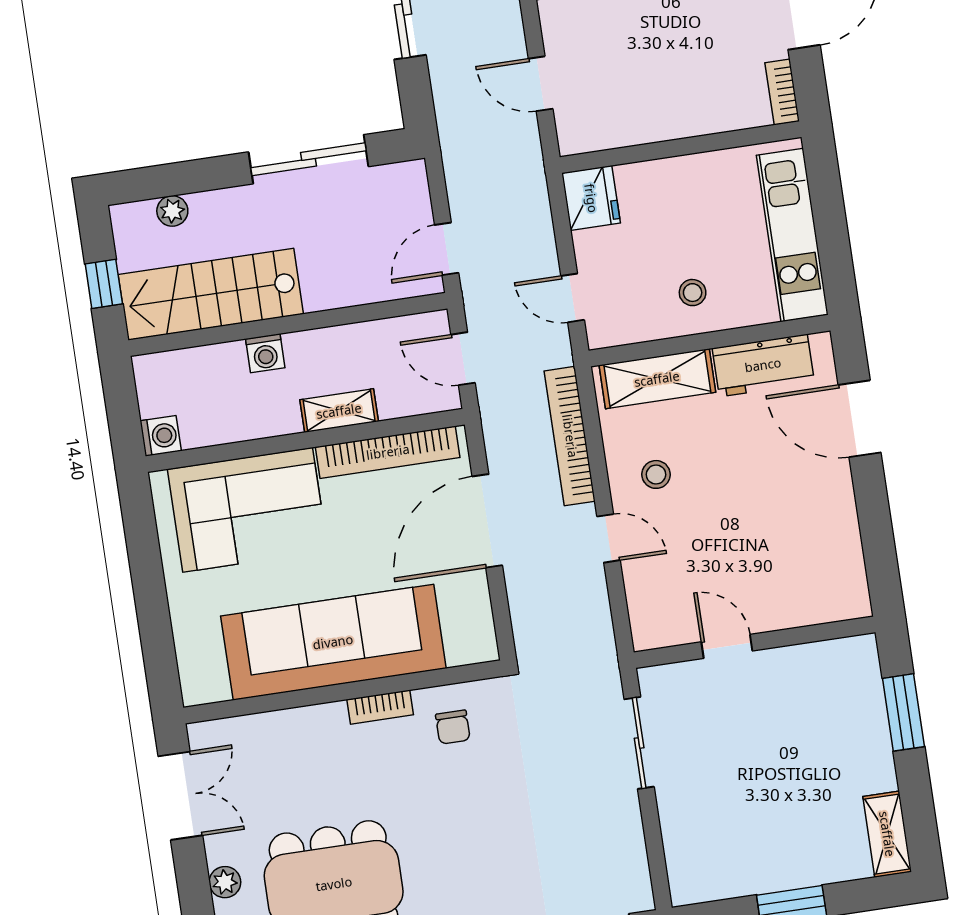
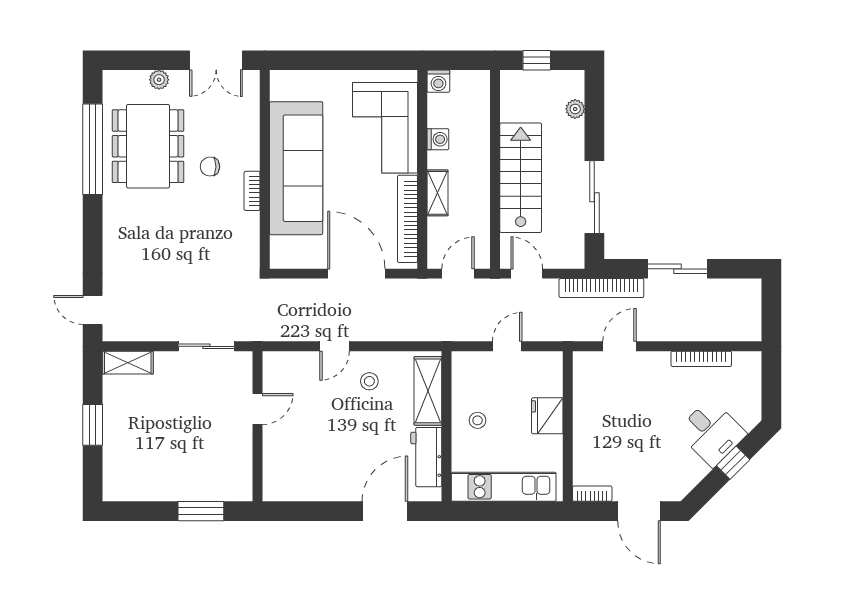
fridge: (591, 198) -> (547, 416), moved, turned 90
stairs: (211, 294) -> (521, 178), moved
door: (573, 298) -> (507, 346), moved
washing machine: (265, 353) -> (438, 139), moved, turned 180
bookcase: (570, 436) -> (601, 288), moved, turned 180
chair: (453, 727) -> (210, 167), moved
shelving: (887, 834) -> (128, 363), moved

